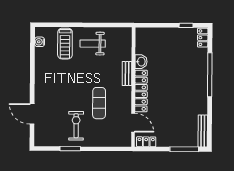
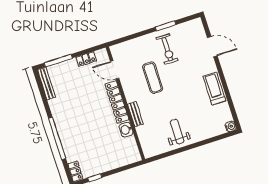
water cooler: (40, 42) -> (231, 126), moved
treadmill: (65, 44) -> (214, 89), moved
weight bench: (93, 44) -> (177, 132), turned -90
locker: (146, 142) -> (86, 59), moved

